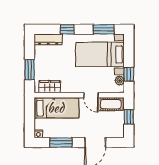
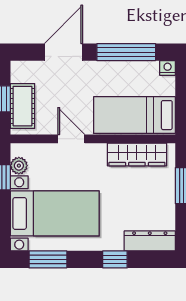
wardrobe: (50, 87) -> (137, 155), width x1.50
cot: (111, 104) -> (23, 106), moved, turned 90
window: (61, 143) -> (126, 52), width x1.44

